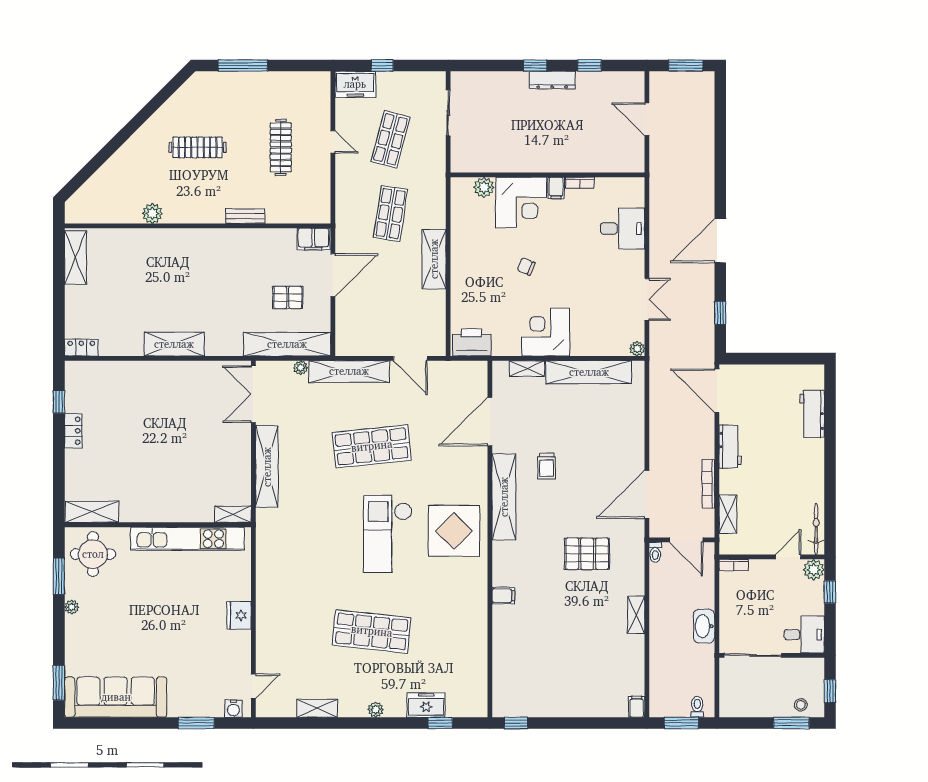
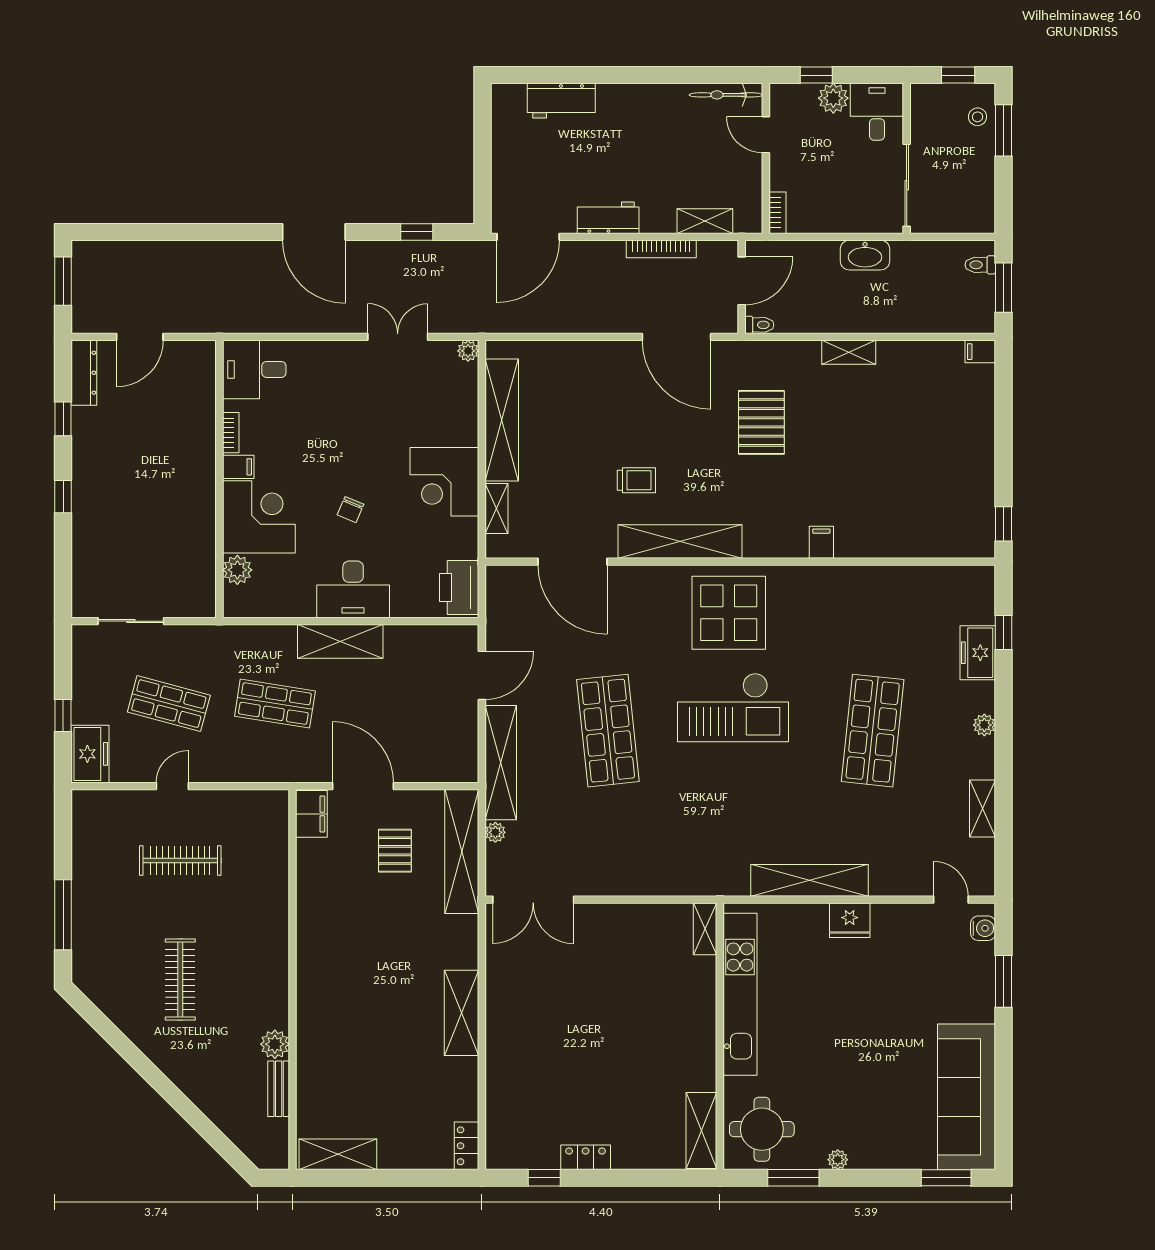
dresser: (552, 80) -> (84, 373), moved
bench: (245, 216) -> (279, 1089), moved
desk: (622, 229) -> (254, 369), moved, turned -90
desk: (470, 268) -> (353, 589), added
shelving: (267, 467) -> (810, 880), moved
plant: (814, 570) -> (833, 98), moved

